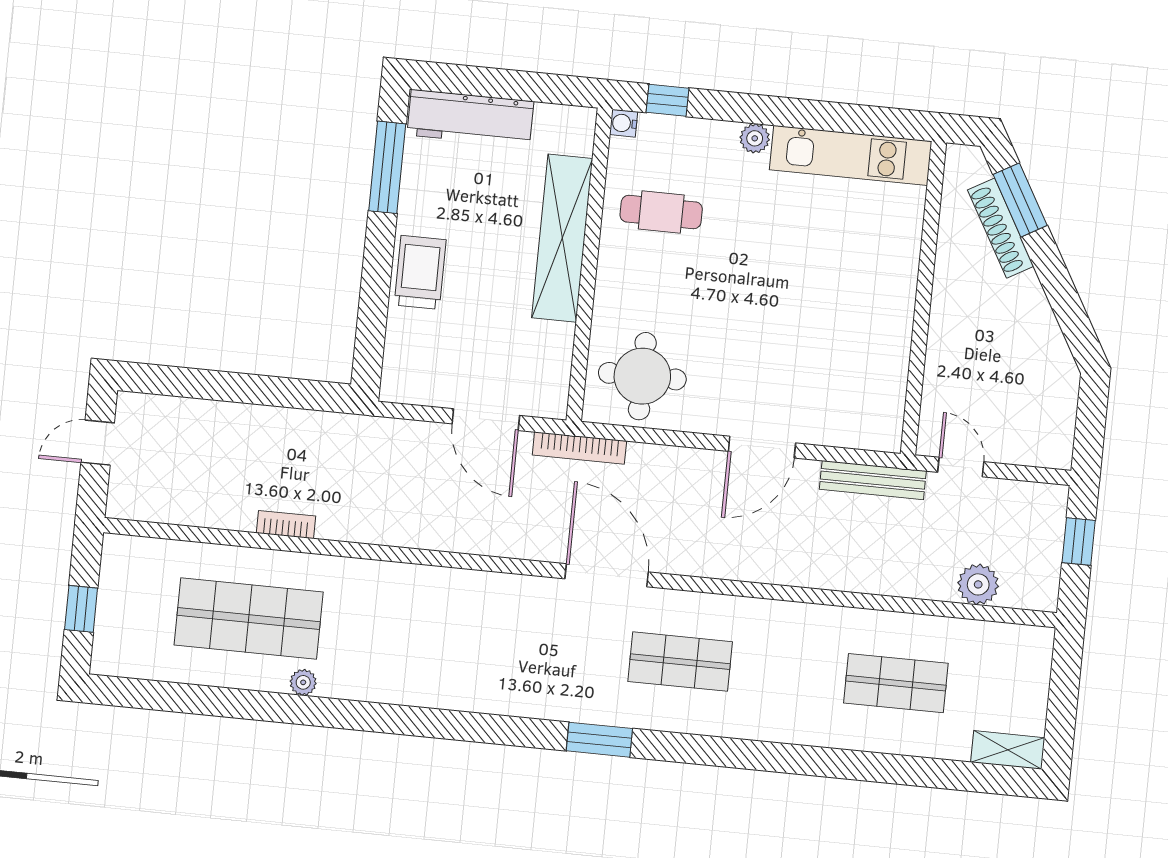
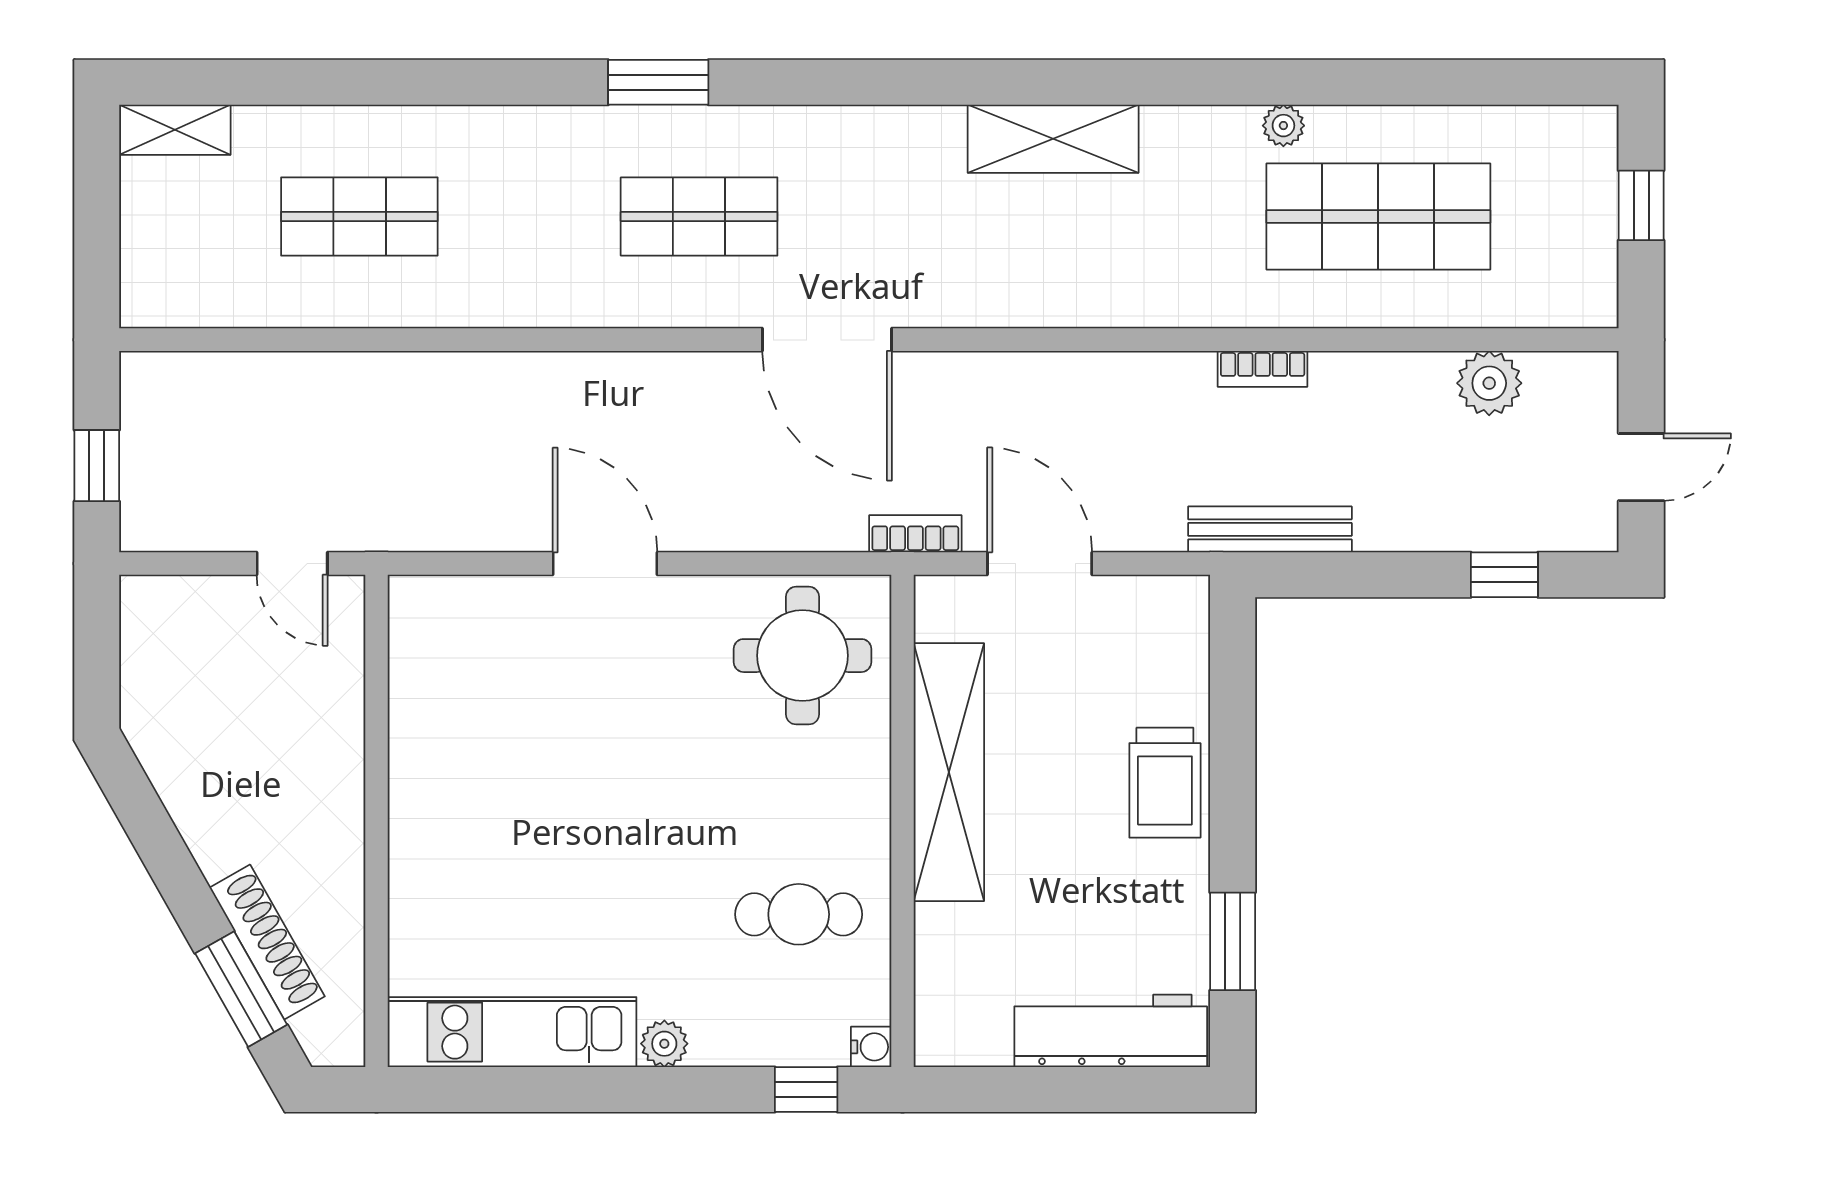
window: (387, 167) -> (1233, 941), width x0.69
shelving: (562, 238) -> (949, 772), moved
window: (191, 383) -> (1504, 575), added
door: (762, 447) -> (605, 563), hinge flipped
bookcase: (579, 448) -> (915, 534), width x0.64
bench: (873, 480) -> (1270, 529), moved
bookcase: (286, 525) -> (1263, 369), moved
plant: (978, 584) -> (1489, 383), moved
shelving: (450, 689) -> (1053, 139), added
window: (599, 740) -> (658, 82), moved

